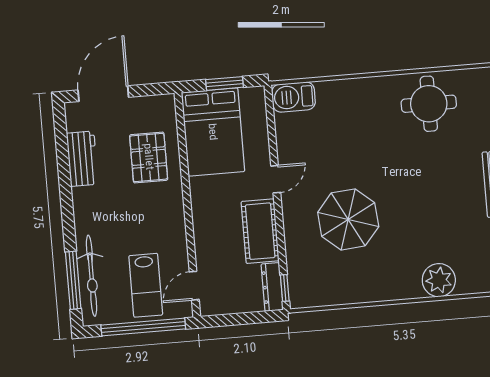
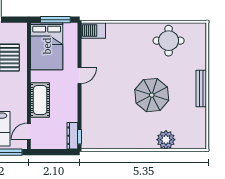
window: (224, 83) -> (55, 20), width x1.44
parasol: (348, 219) -> (152, 95), moved
cot: (260, 231) -> (40, 100), moved

